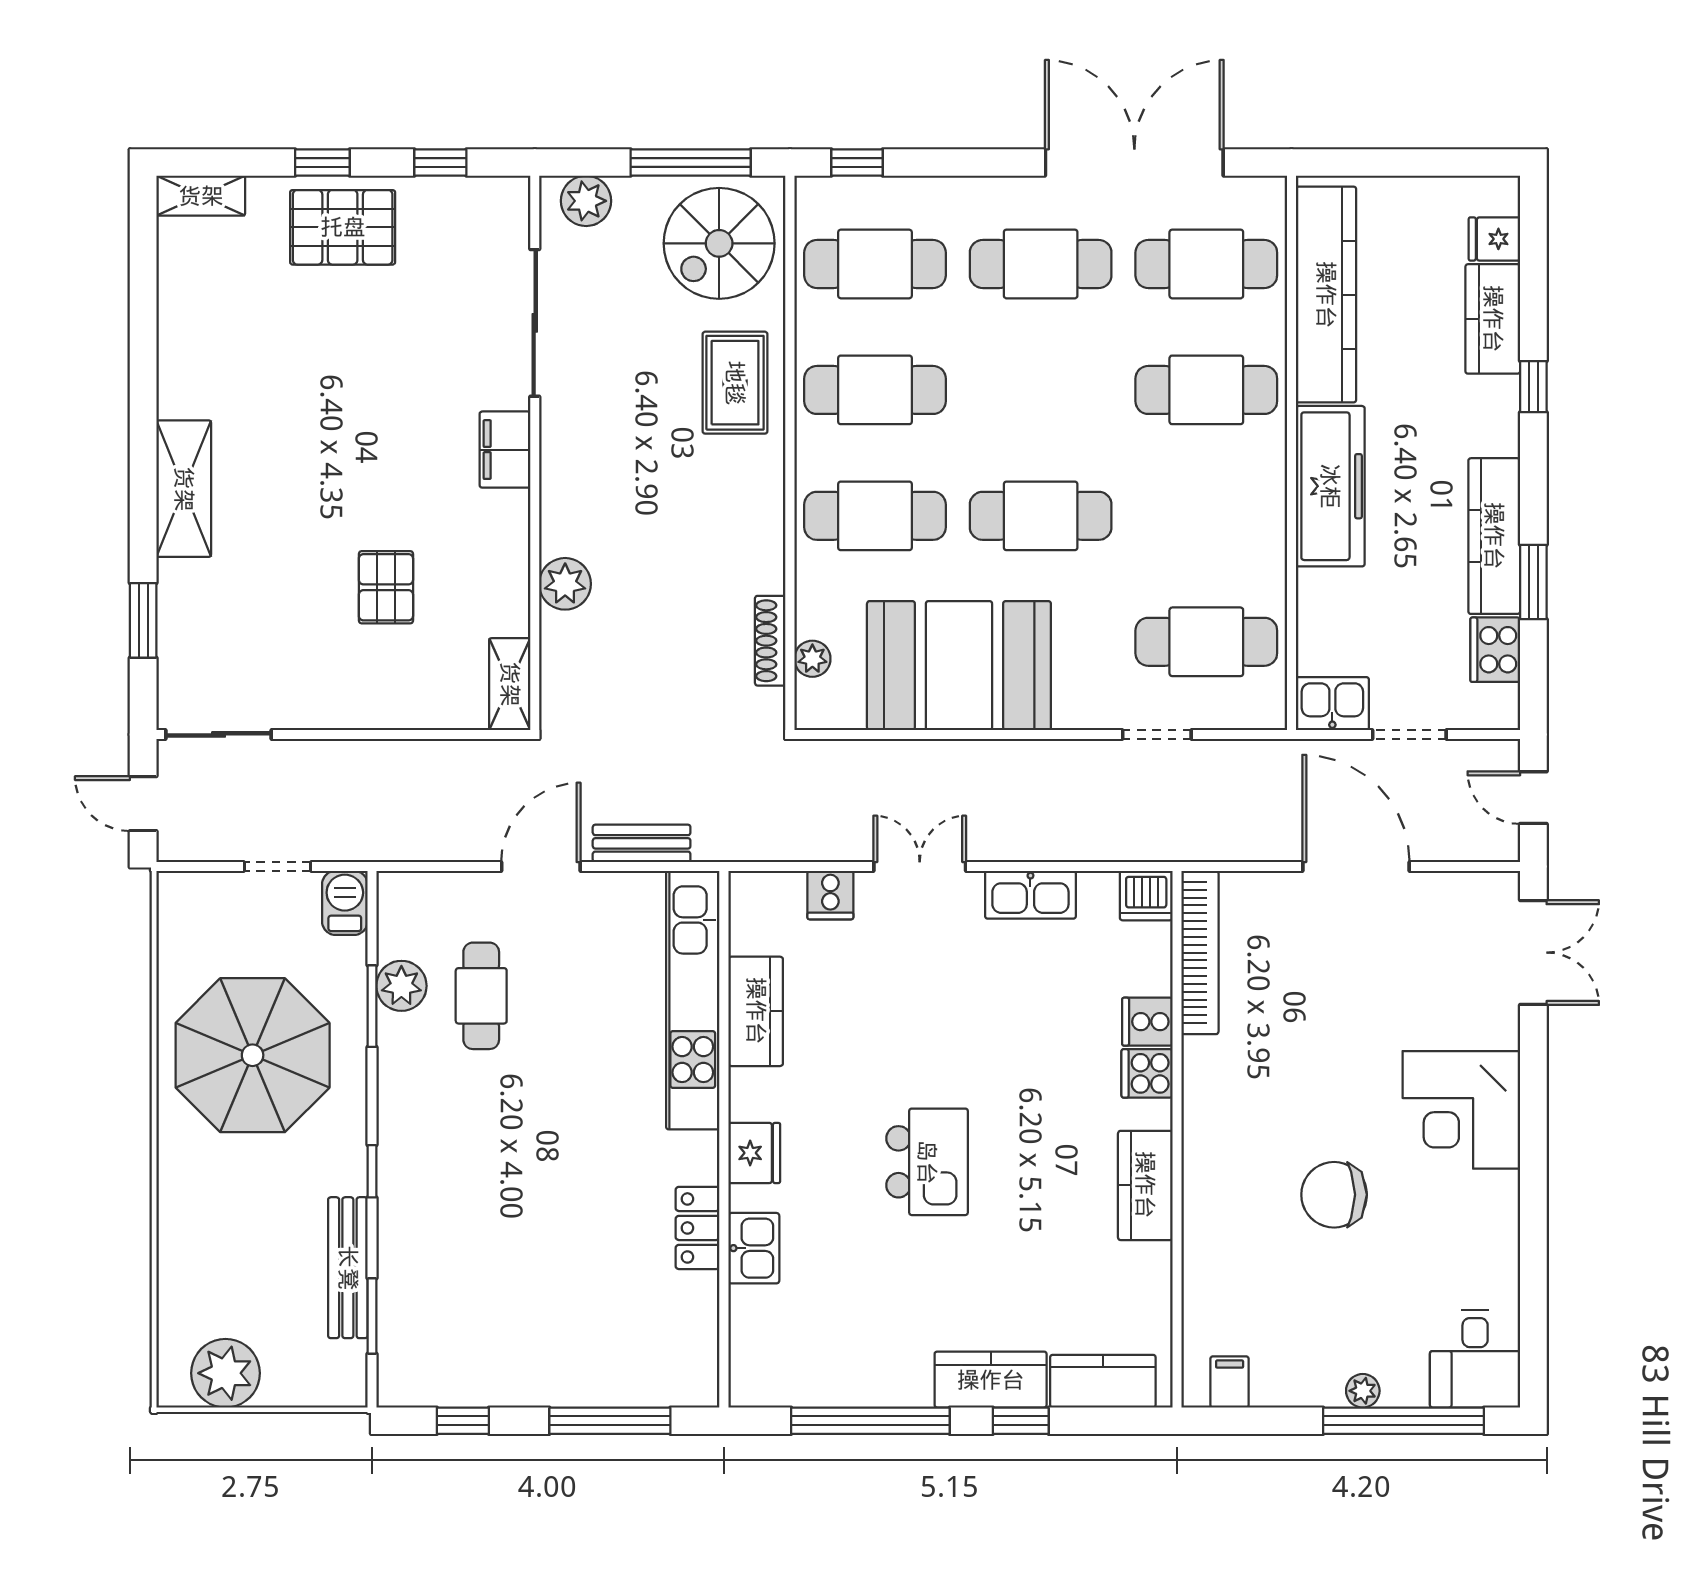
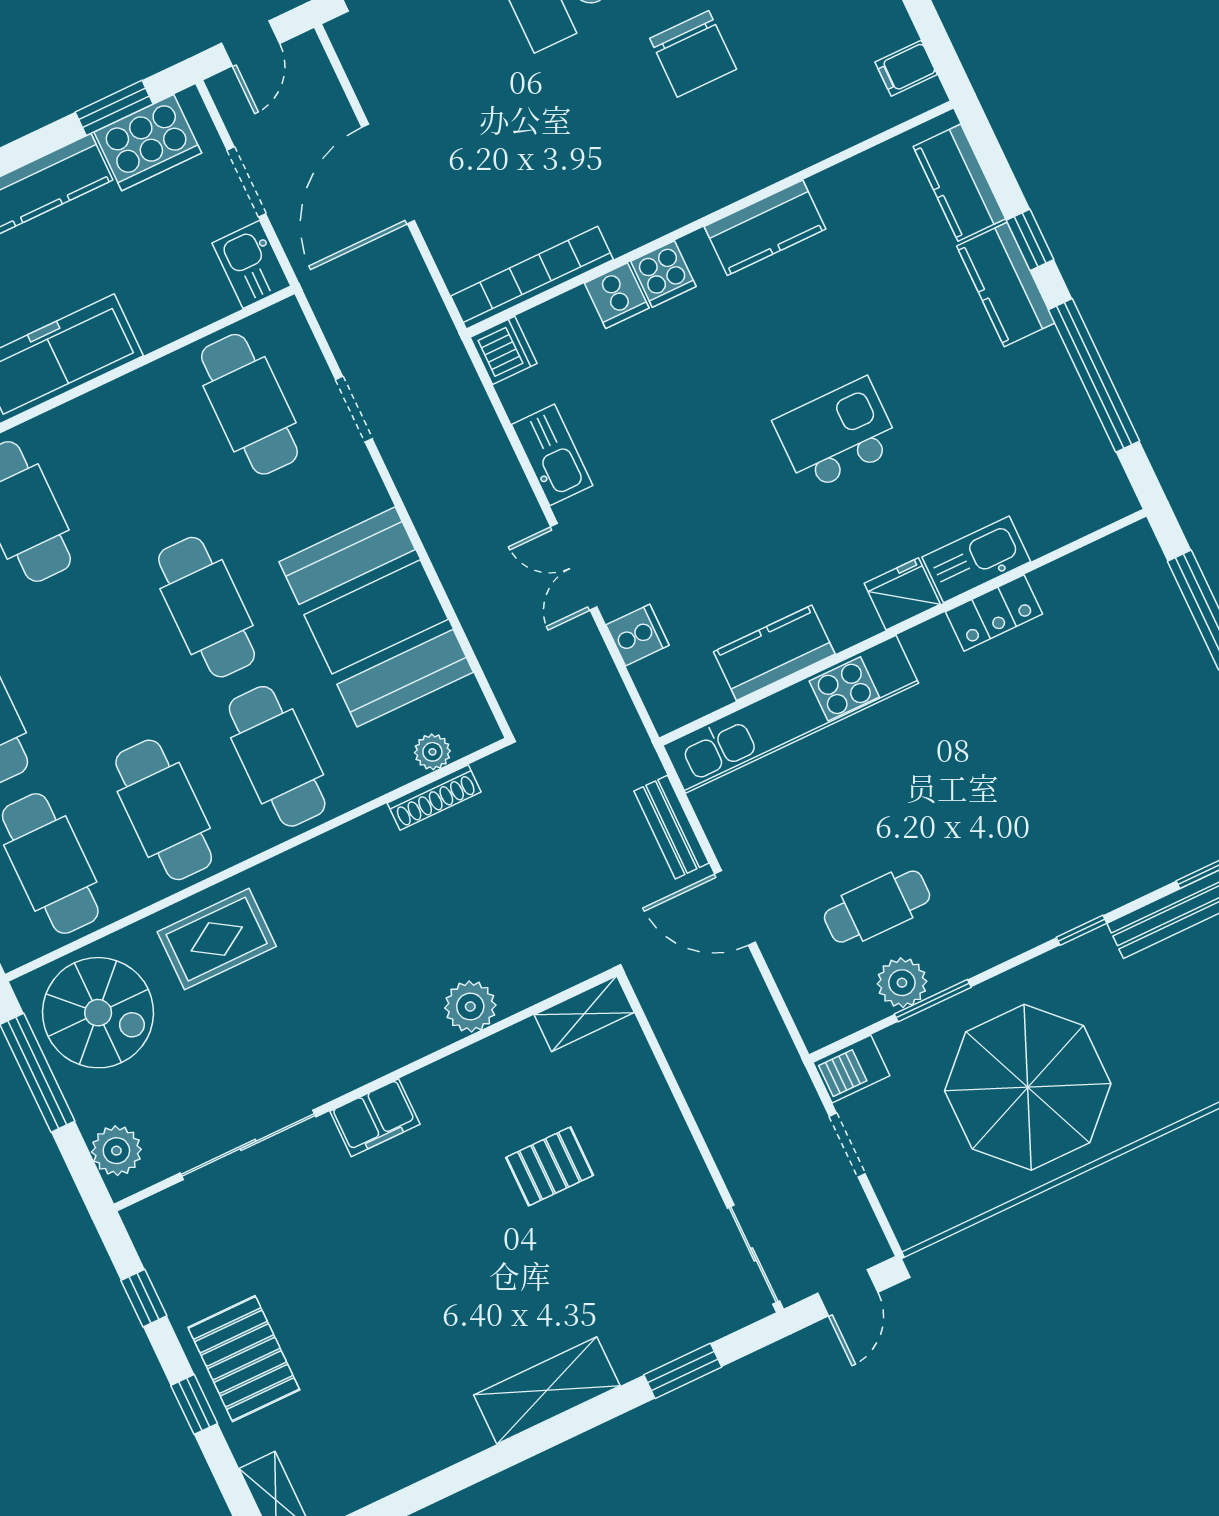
window: (1533, 582) -> (114, 108), moved
cooker: (1495, 650) -> (148, 143), width x1.37, depth x1.31
kitchen sink: (754, 1248) -> (976, 559), width x1.38

